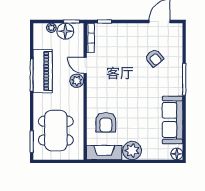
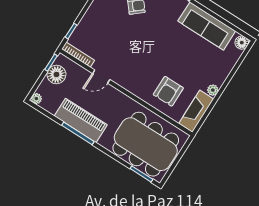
plant: (51, 28) -> (36, 99), moved
plant: (77, 81) -> (111, 94), removed
armchair: (106, 122) -> (168, 91), turned 90
dining table: (56, 131) -> (146, 144), width x1.36, depth x1.24
plant: (132, 151) -> (213, 90), width x0.53, depth x0.53

